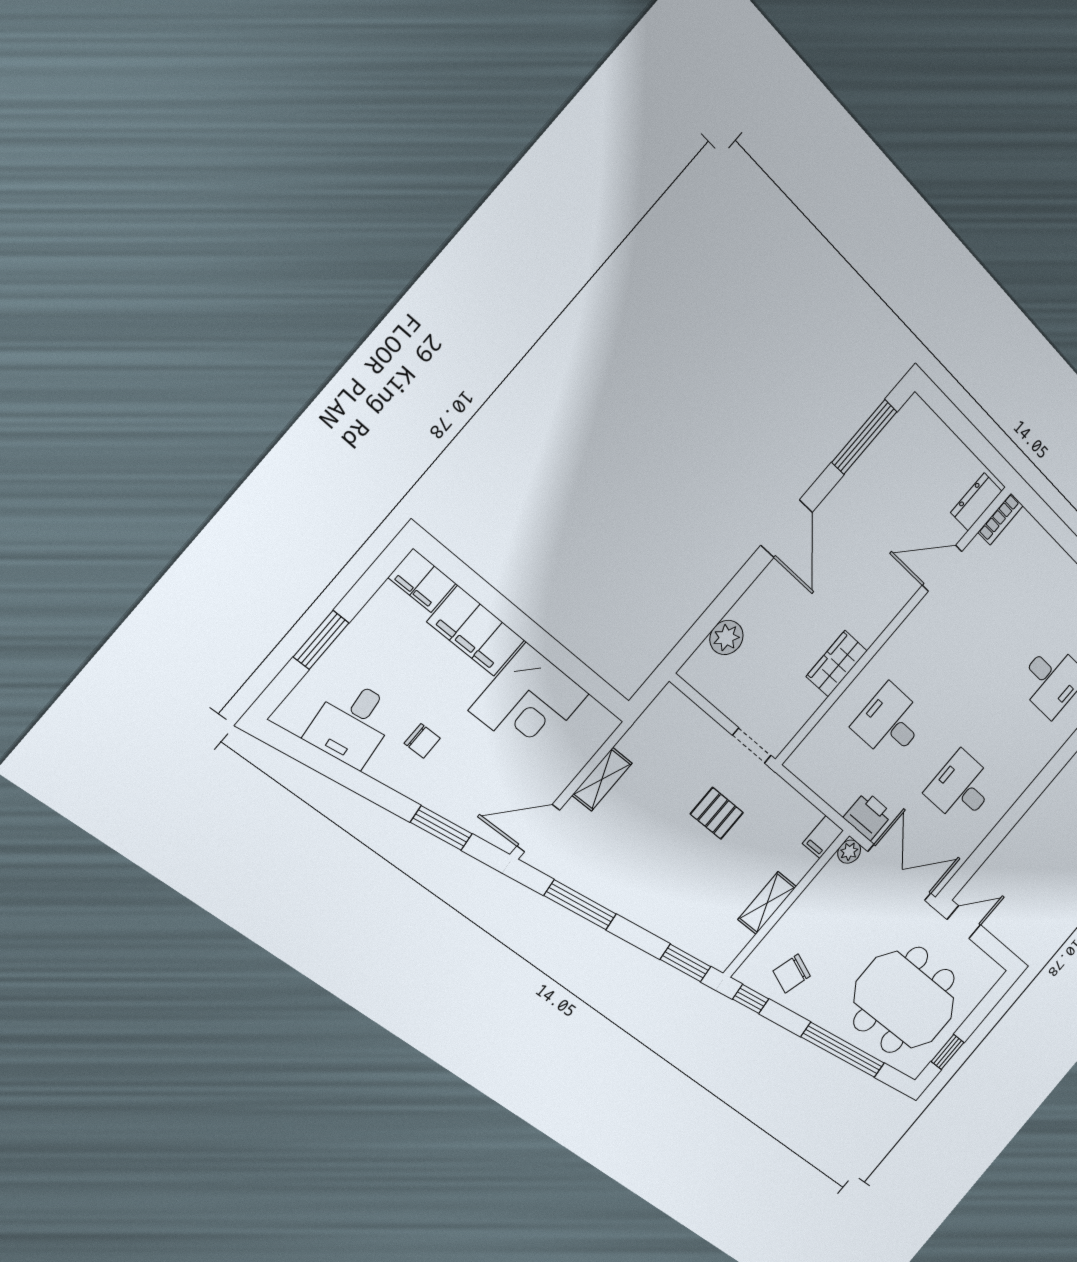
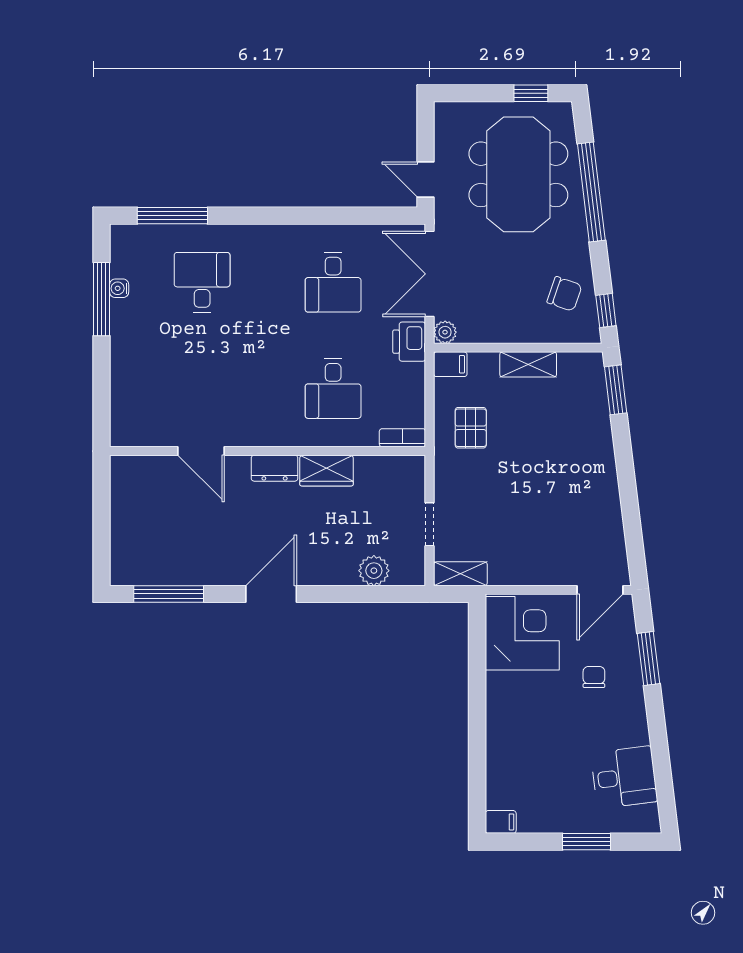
dresser: (976, 502) -> (275, 468), moved
bookcase: (1000, 519) -> (402, 438), moved
filing cabinet: (422, 581) -> (501, 822), width x0.50
filing cabinet: (476, 631) -> (505, 748), removed
corner desk: (529, 702) -> (522, 633), moved
chair: (422, 741) -> (594, 677), moved
doorway: (752, 745) -> (430, 524), moved
shelving: (602, 779) -> (460, 574), moved
pallet: (717, 813) -> (471, 428), moved
door: (538, 828) -> (600, 590), hinge flipped
window: (580, 905) -> (630, 511), removed

